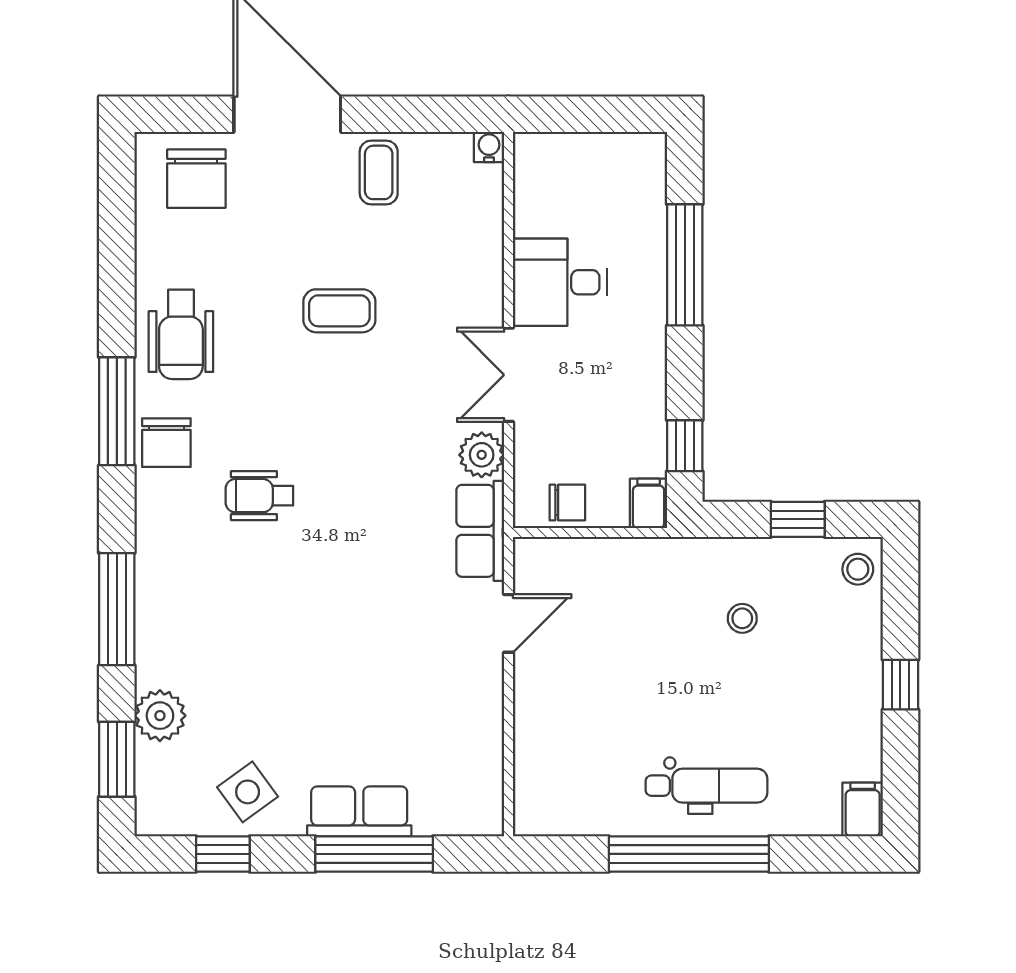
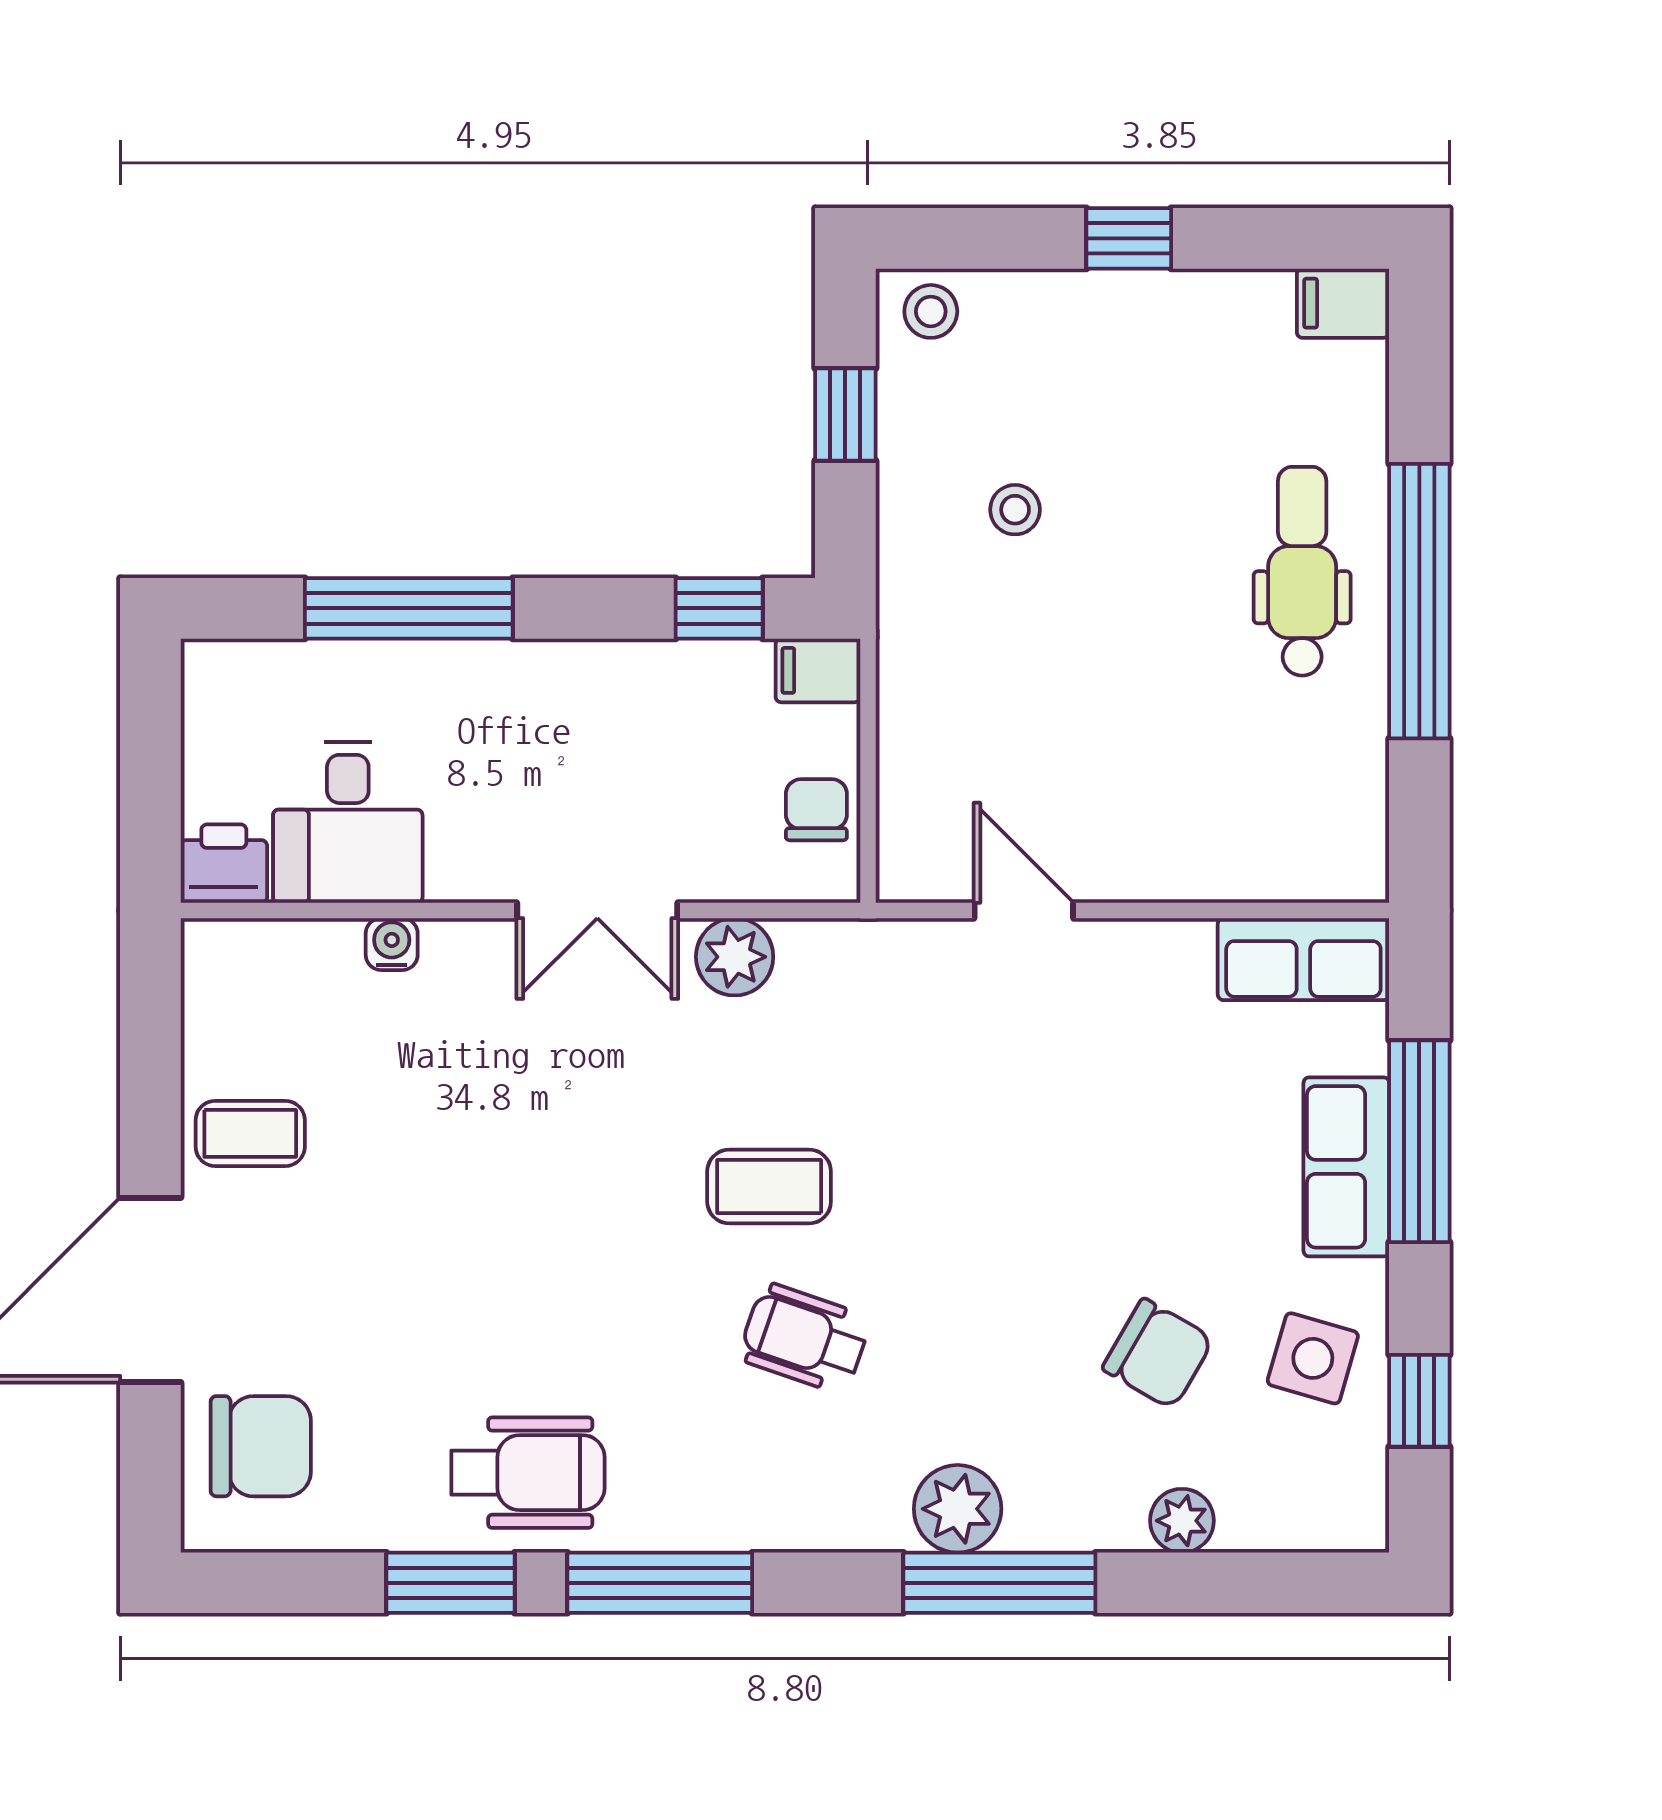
water cooler: (489, 147) -> (392, 944), moved, turned 90
printer: (536, 157) -> (224, 864), added
desk: (560, 282) -> (348, 822), moved
coffee table: (339, 311) -> (769, 1187), moved, turned 90
chair: (166, 443) -> (1158, 1354), moved, turned 30
wheelchair: (259, 496) -> (805, 1338), turned 109
row of seats: (480, 531) -> (1303, 959), moved
plant: (160, 585) -> (958, 1509), added
plant: (160, 716) -> (1182, 1521), width x0.73, depth x0.73
window: (117, 759) -> (451, 1583), moved
side table: (248, 792) -> (1313, 1358), turned -38

